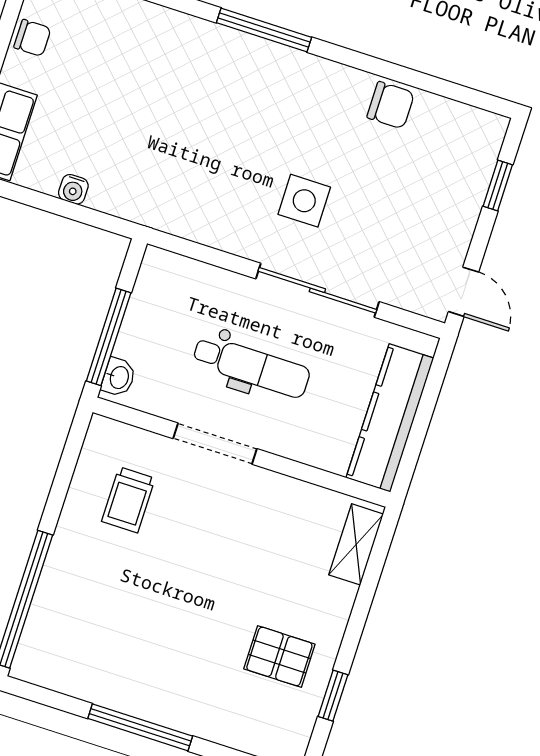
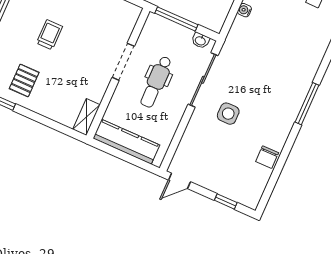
sliding door: (317, 290) -> (203, 80), moved
washbasin: (119, 377) -> (200, 41), moved
trolley: (128, 500) -> (49, 35), moved, turned 90
shelving: (356, 544) -> (86, 117), moved, turned 90

